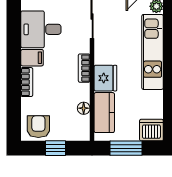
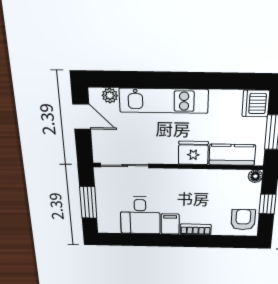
bookcase: (84, 68) -> (182, 174), removed
floor lamp: (84, 108) -> (255, 176), moved
armchair: (38, 127) -> (243, 220), turned 90

